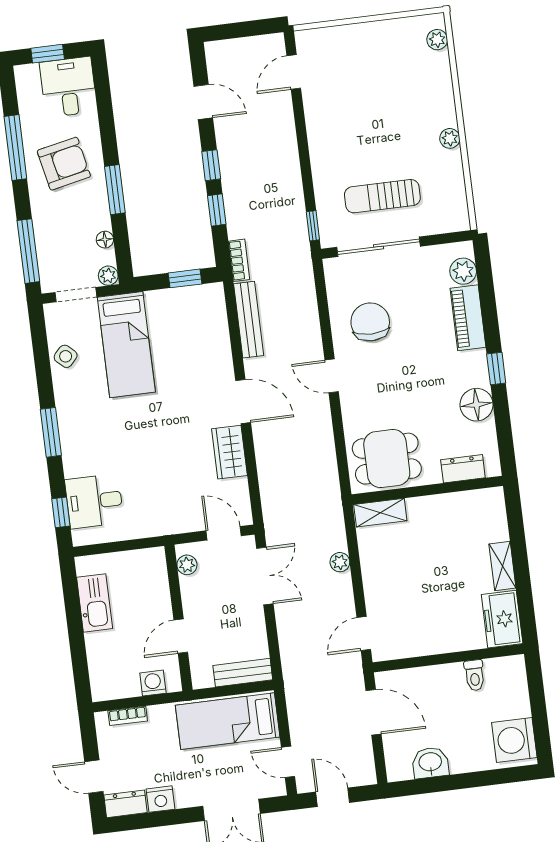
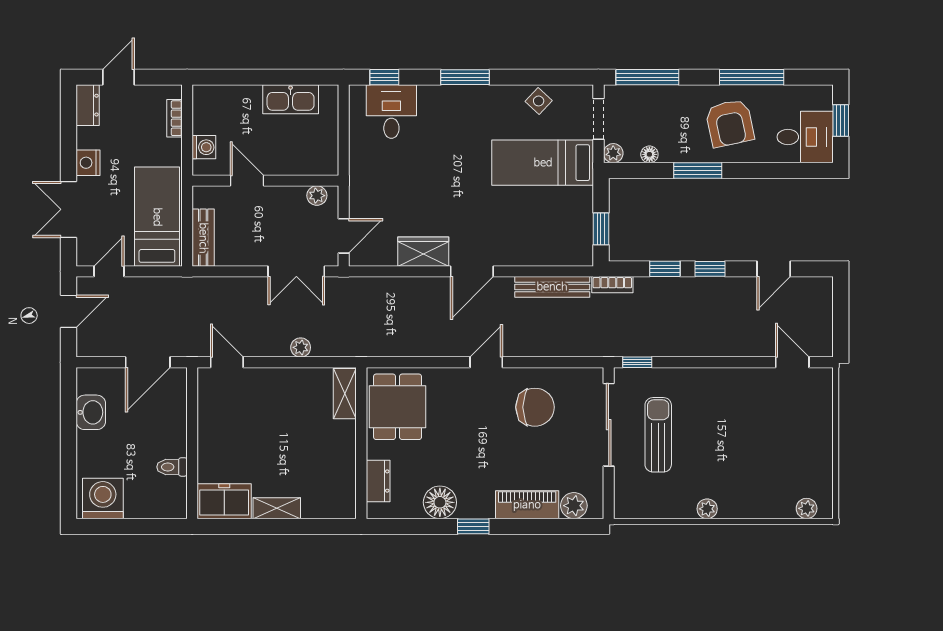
nightstand: (161, 799) -> (88, 163), moved

